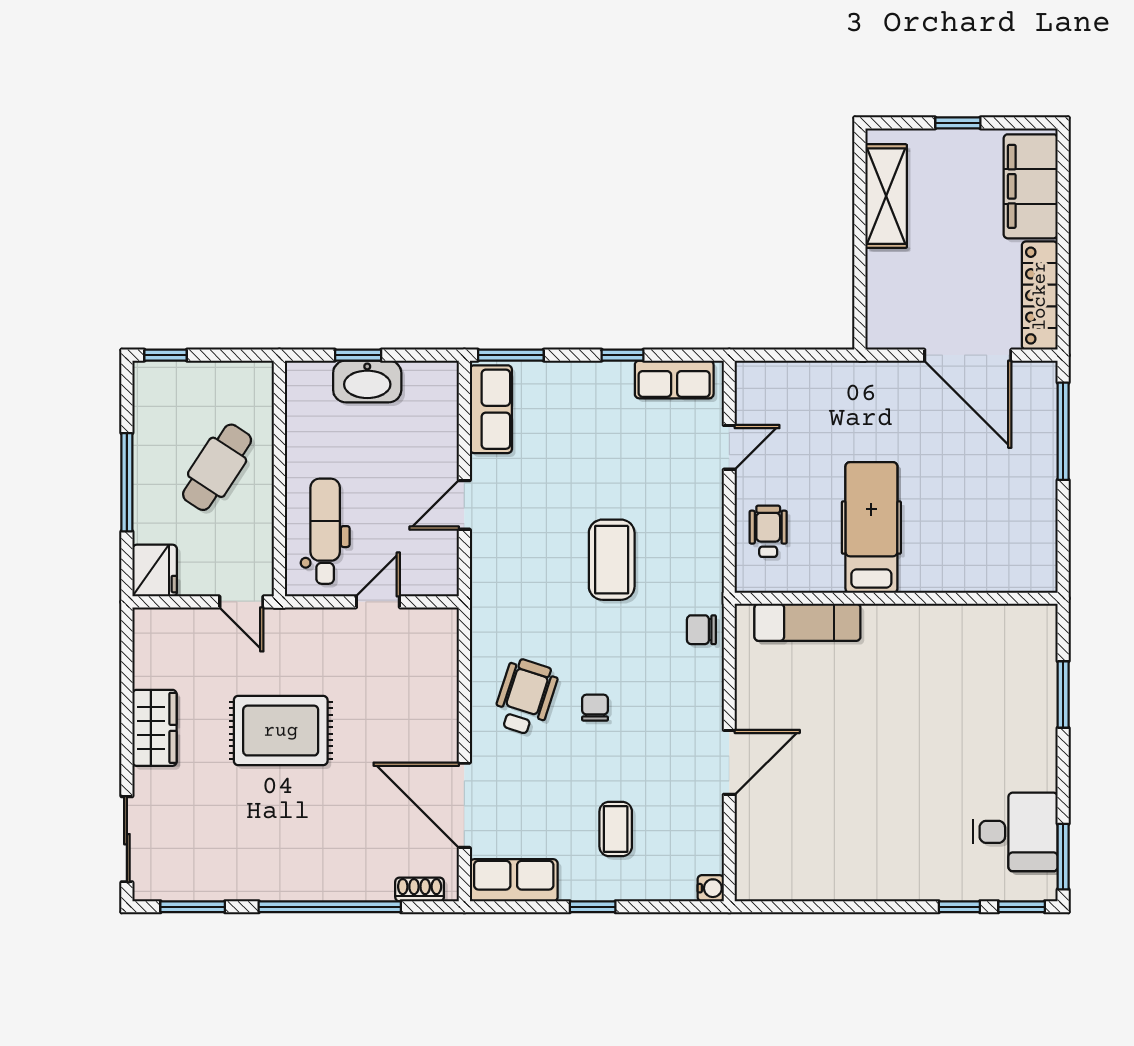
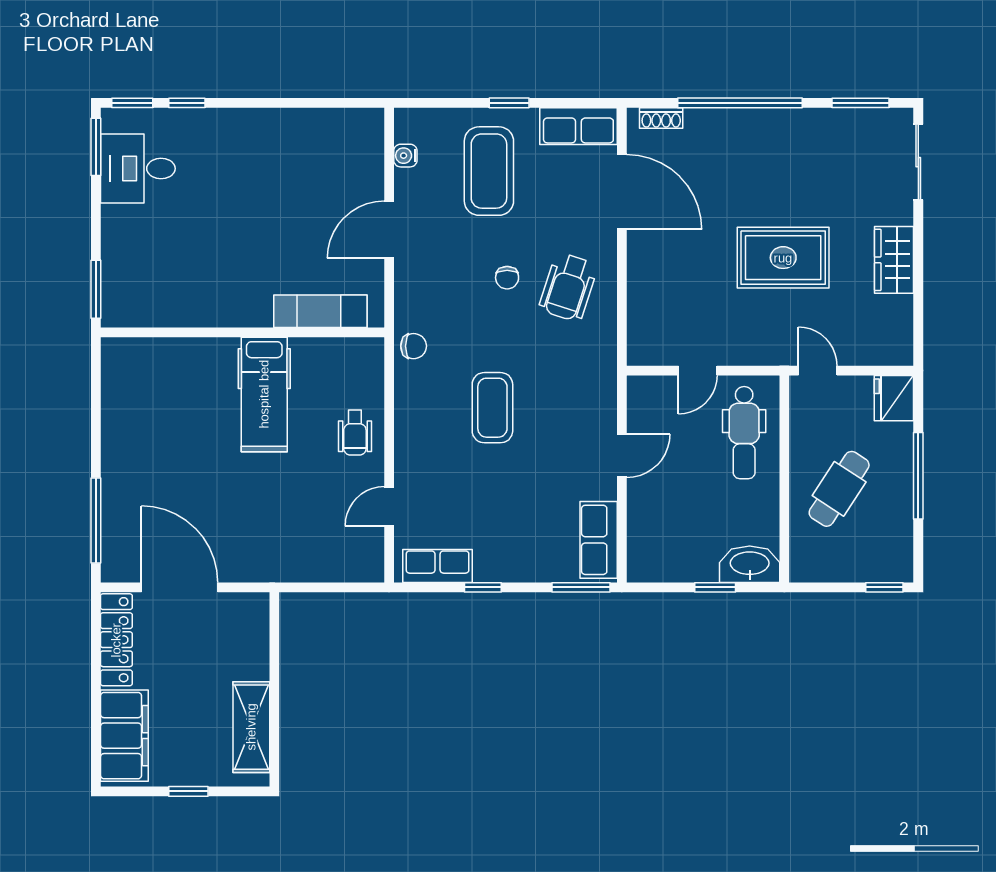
washbasin: (367, 381) -> (750, 564), moved
hospital bed: (871, 528) -> (264, 394), moved
wall: (896, 598) -> (242, 332), moved
exam couch: (807, 622) -> (320, 311), moved
coffee table: (616, 829) -> (489, 171), width x1.86, depth x1.72
water cooler: (711, 888) -> (405, 156), moved

